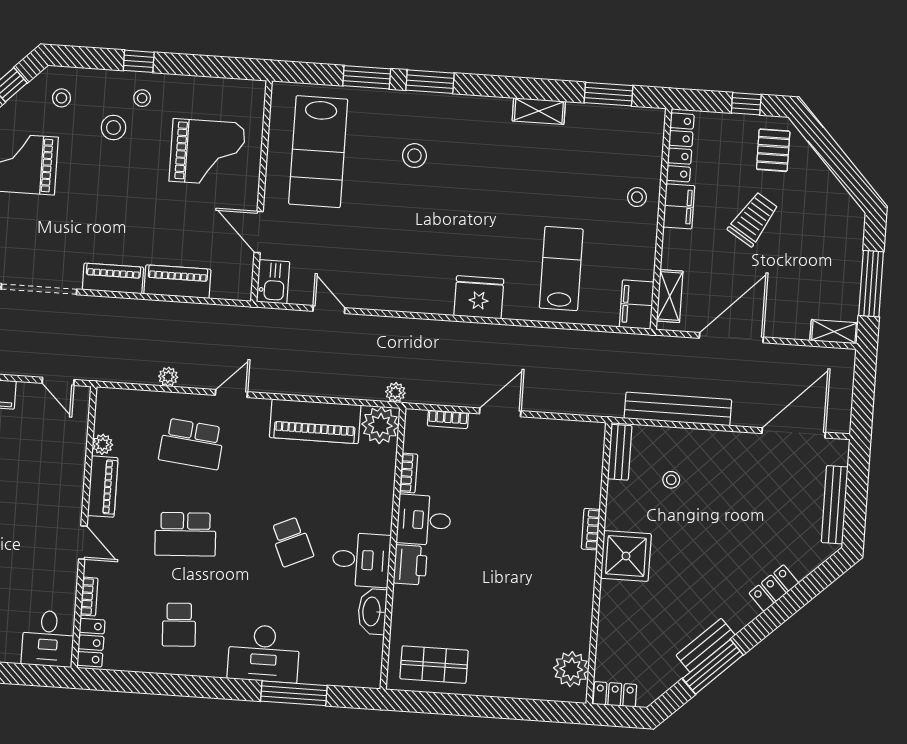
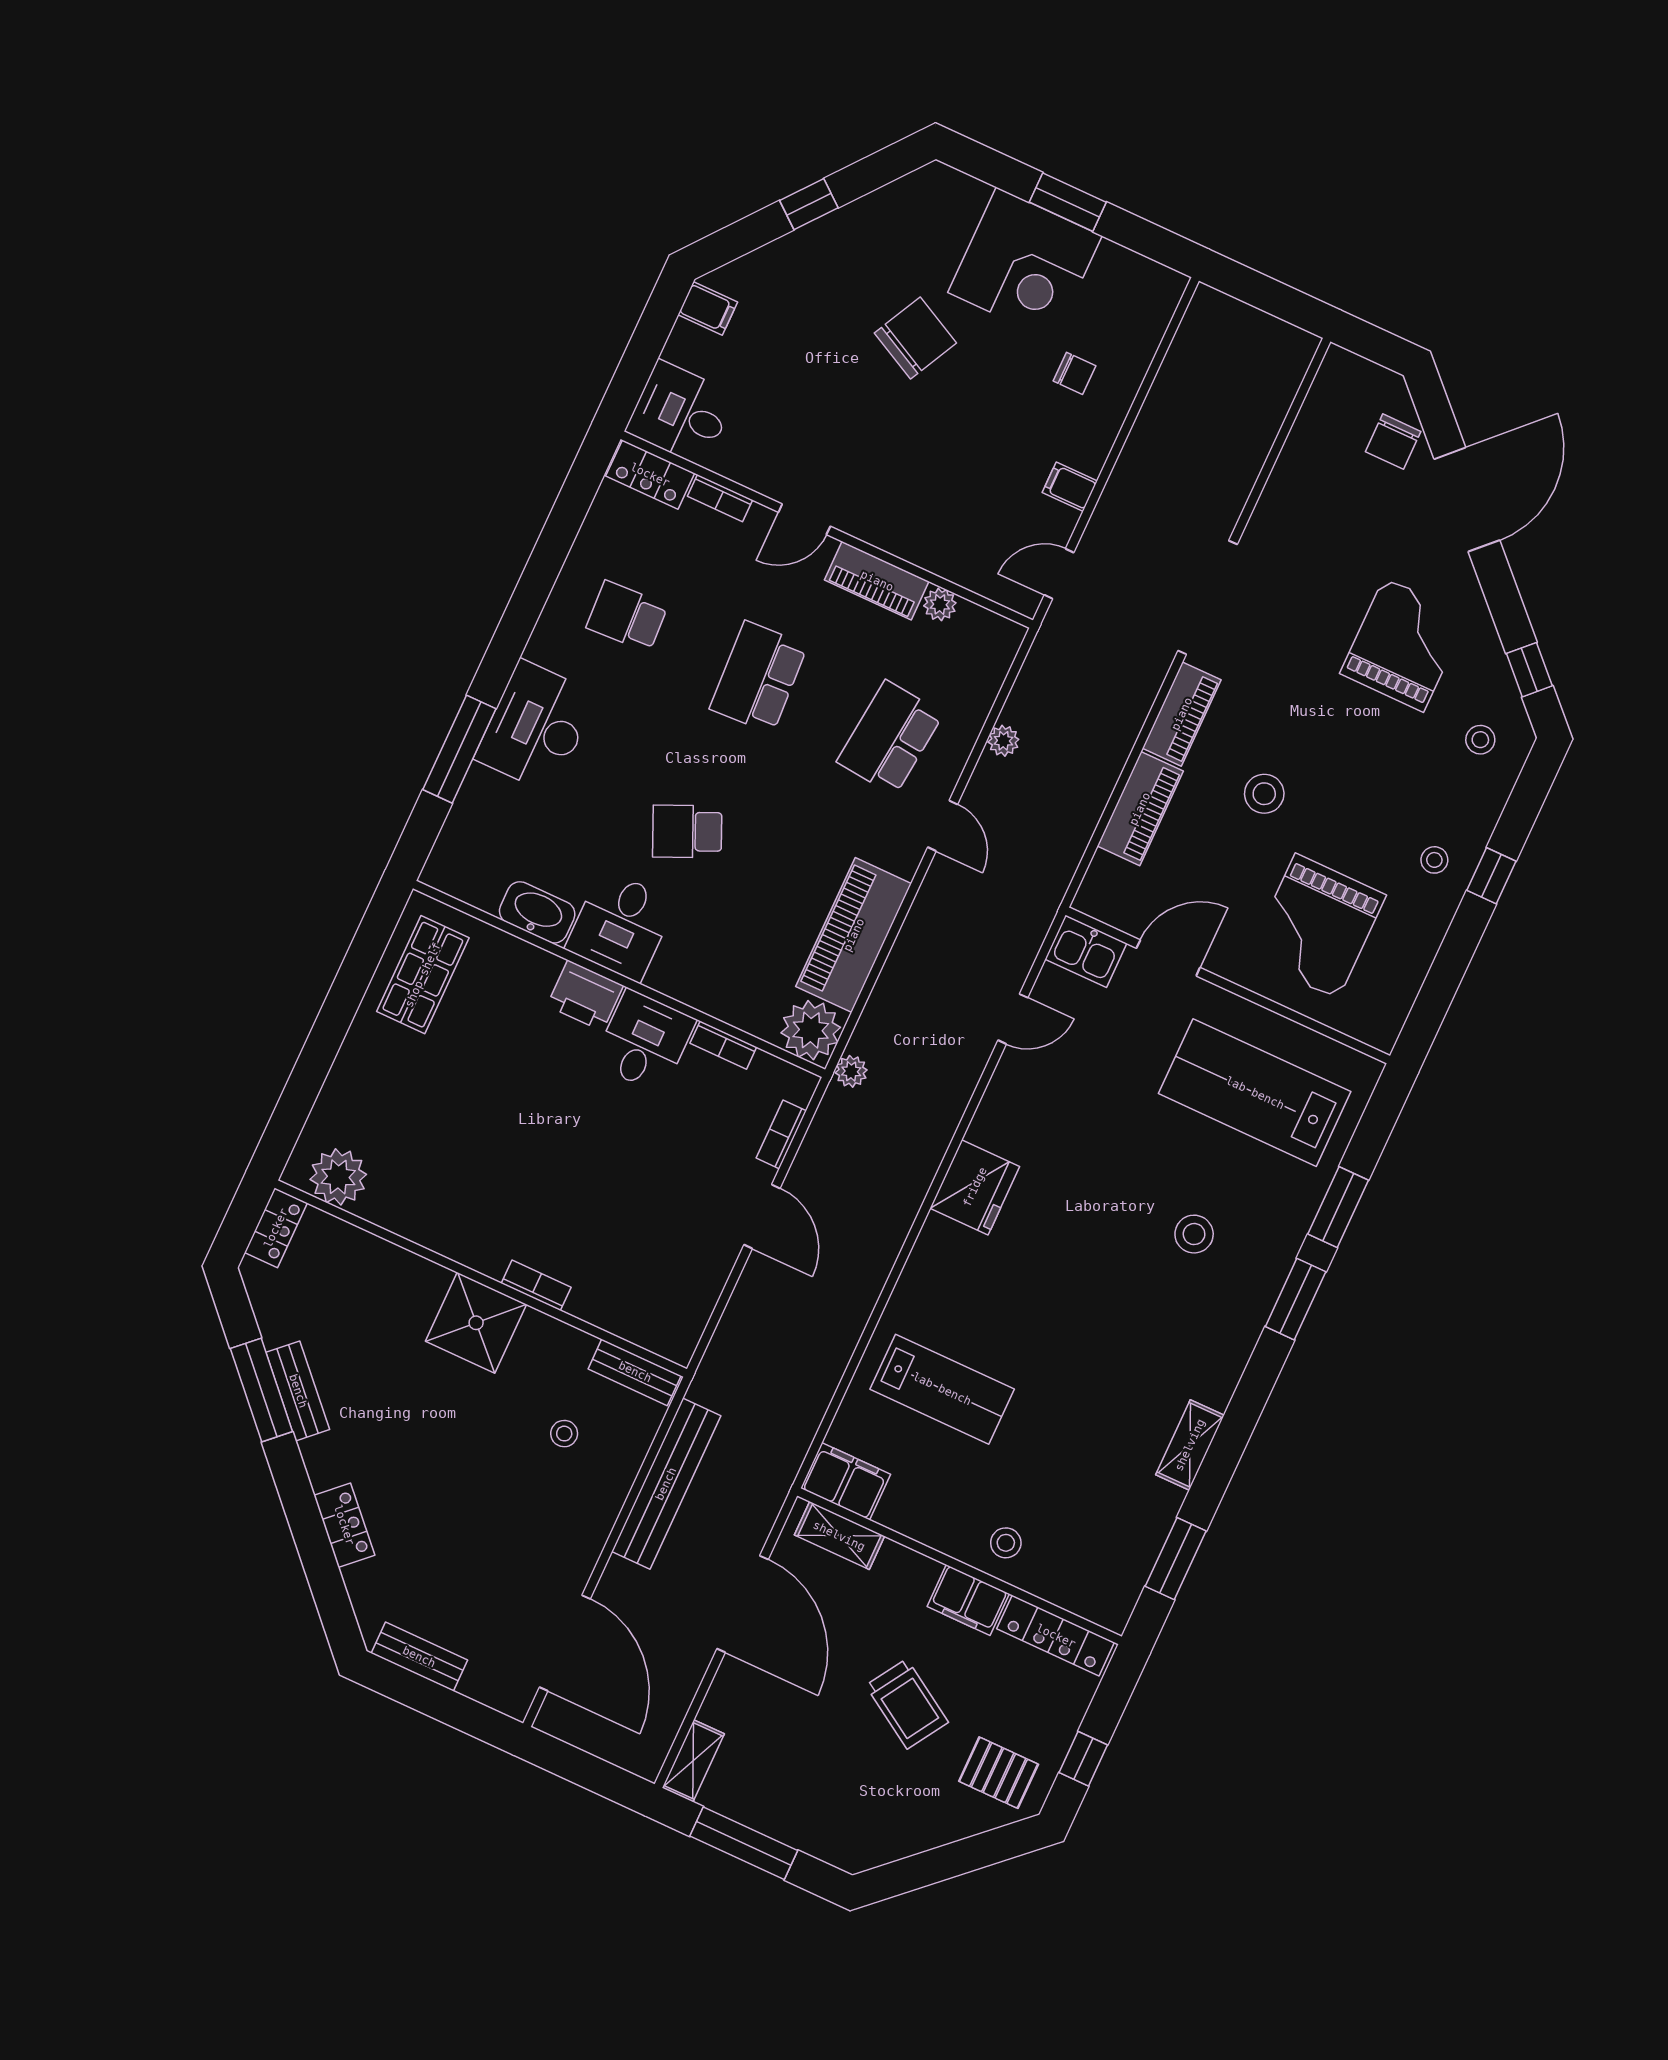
stool: (113, 128) -> (1264, 794), moved
fridge: (479, 297) -> (975, 1187), moved
bench: (835, 505) -> (419, 1657), width x0.73

